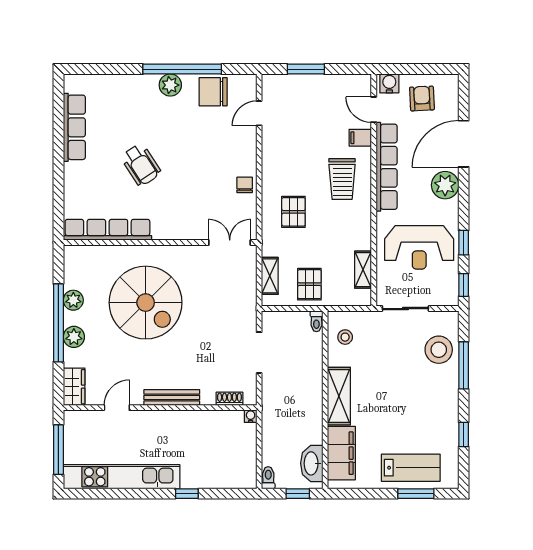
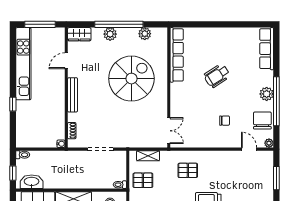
plant: (249, 81) -> (269, 143), added
row of seats: (74, 127) -> (267, 49), moved, turned 90
chair: (245, 185) -> (225, 121), moved
plant: (73, 300) -> (145, 34), moved
spiral stairs: (146, 303) -> (131, 79), turned 180
door: (117, 408) -> (66, 61), swing flipped

